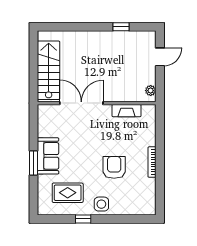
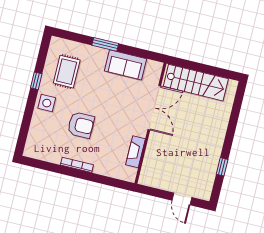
plant: (151, 91) -> (150, 181), removed
sofa: (48, 156) -> (126, 65), moved

